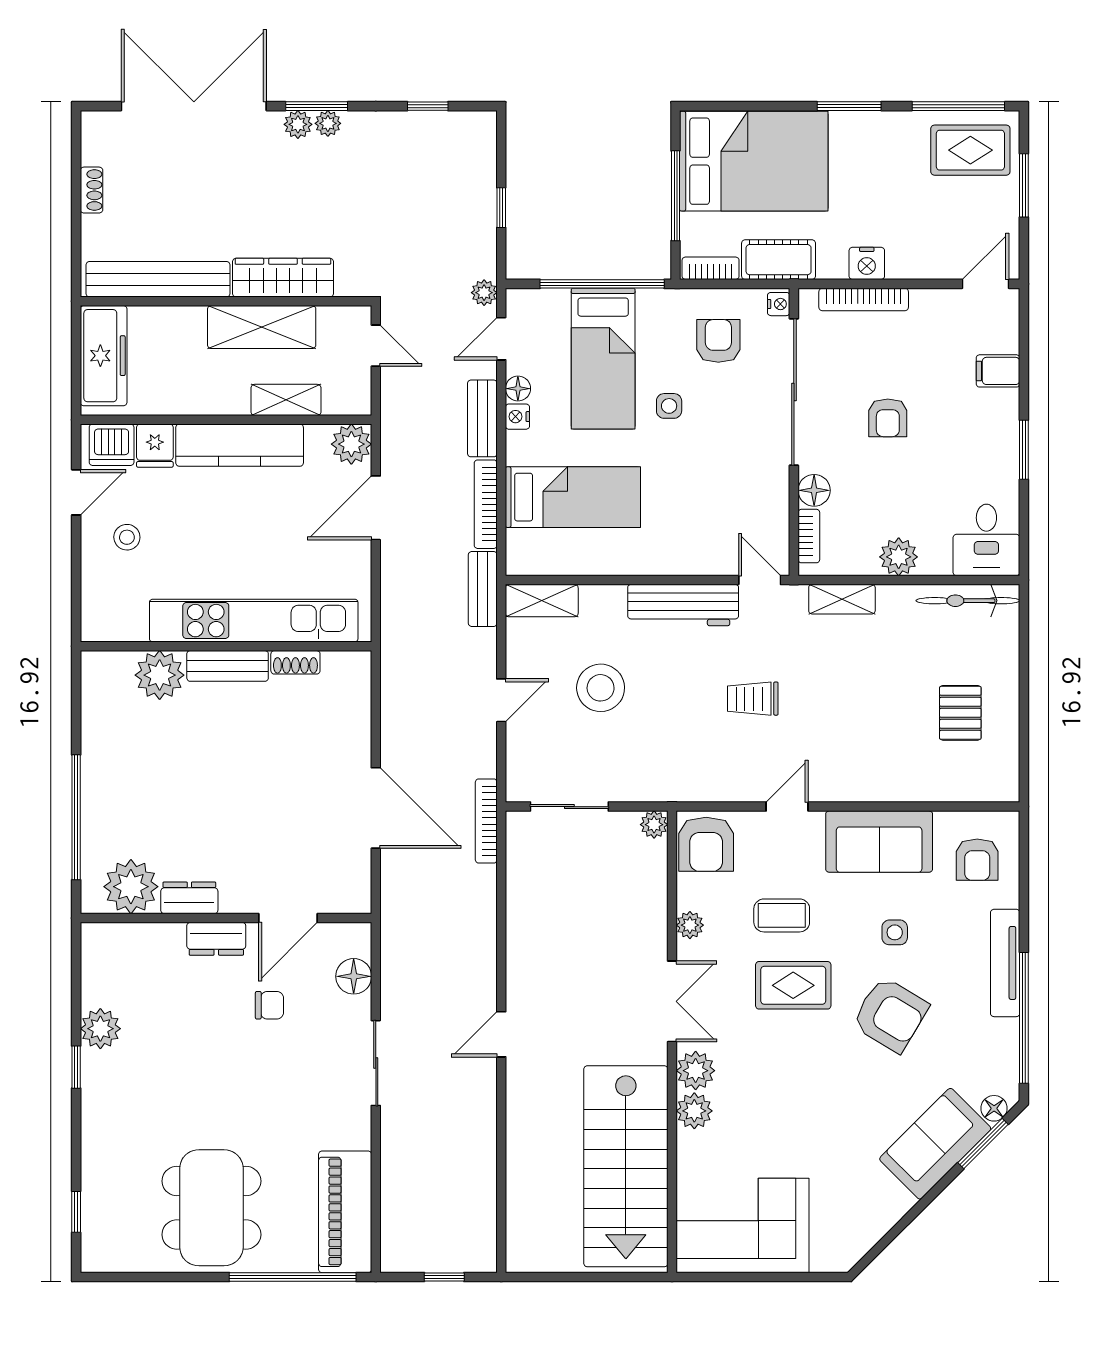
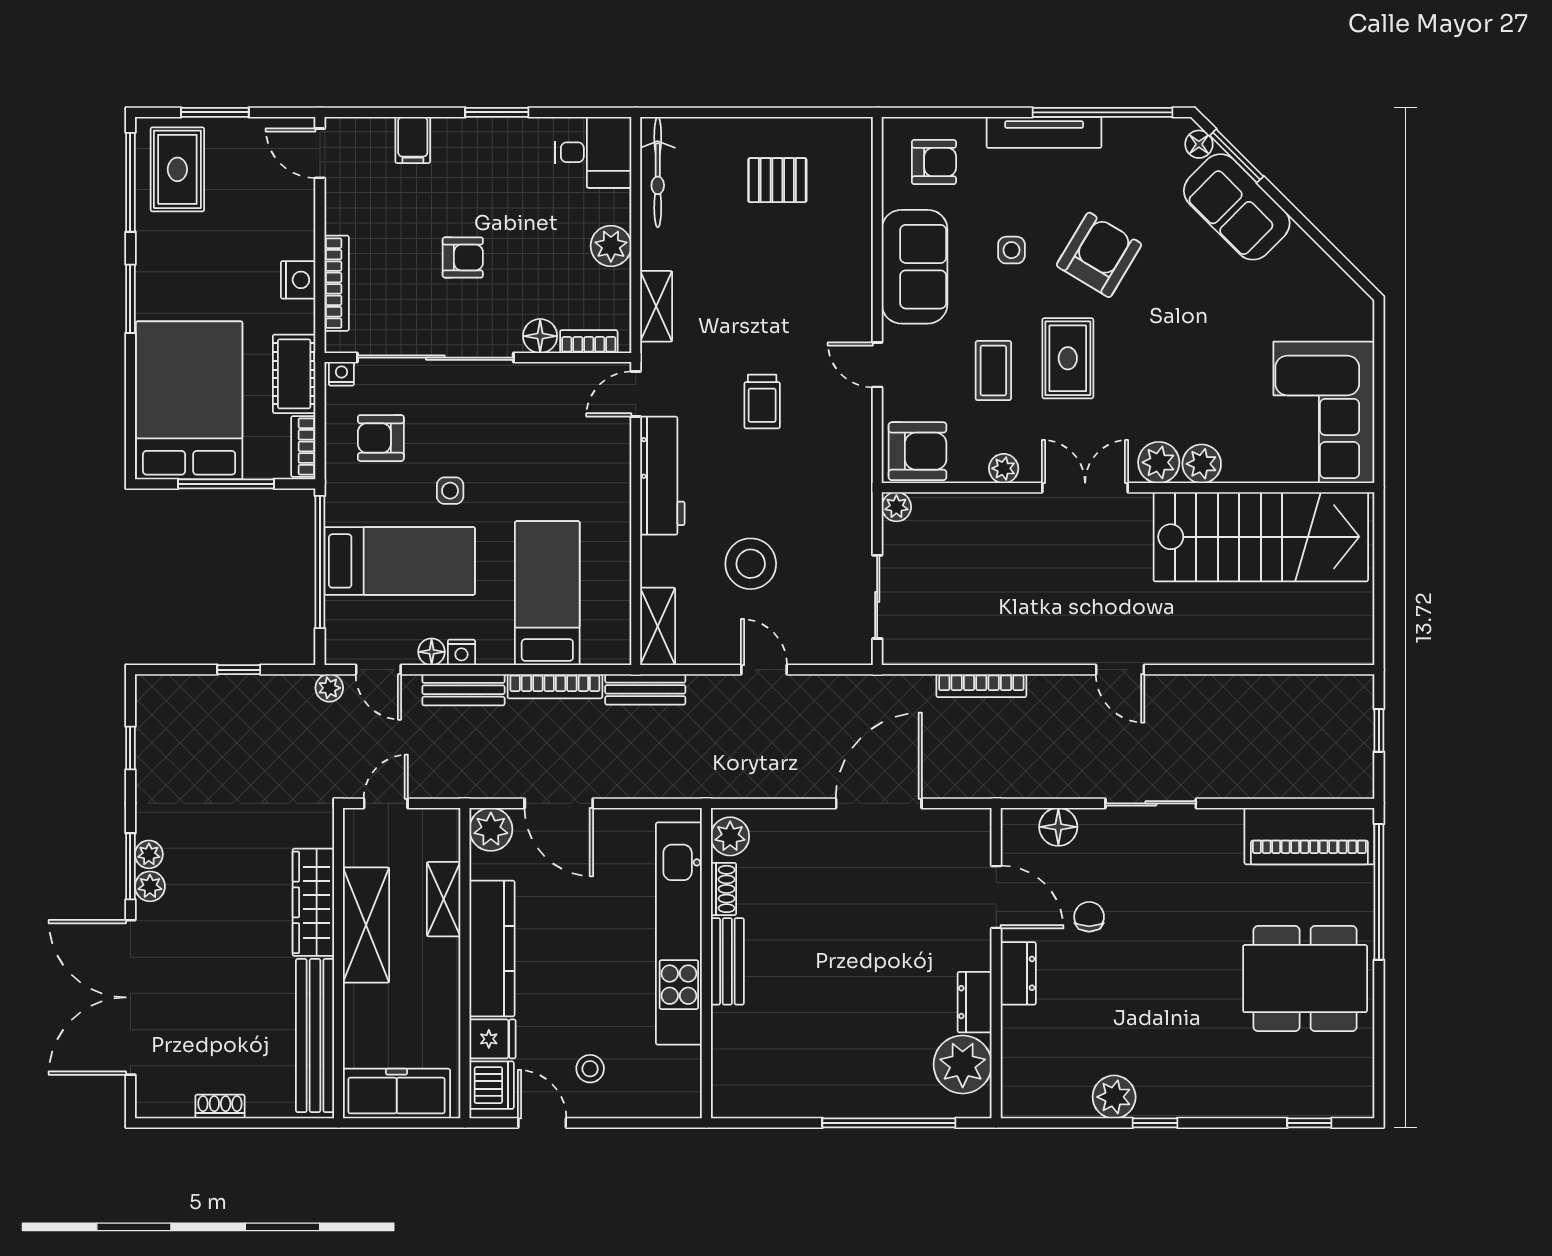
plant: (160, 675) -> (730, 836), moved, width x0.73, depth x0.73
bookcase: (486, 821) -> (981, 686), moved

